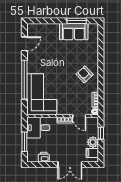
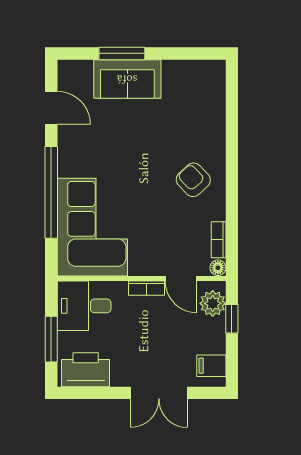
window: (77, 21) -> (122, 53), moved
sofa: (74, 32) -> (127, 79), moved
door: (24, 44) -> (51, 108), hinge flipped
plant: (93, 142) -> (213, 303), moved
printer: (44, 157) -> (86, 370), width x1.87, depth x1.48

